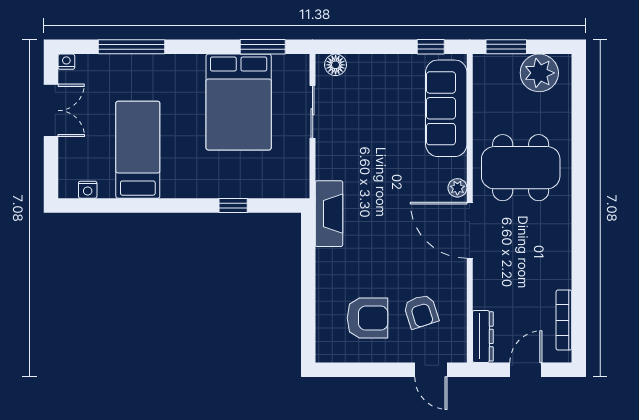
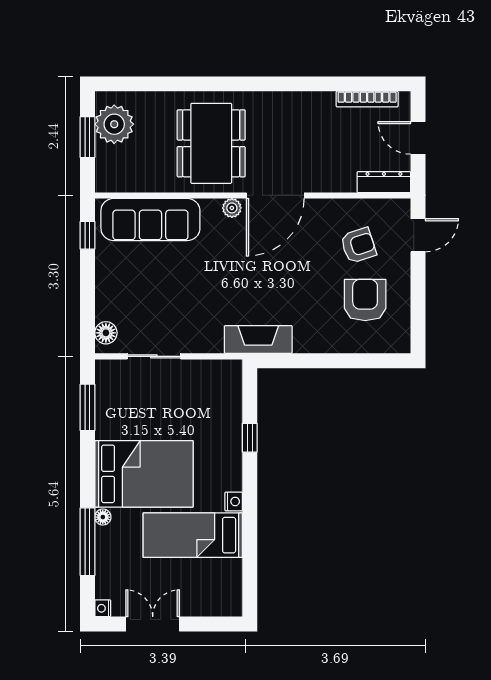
window: (506, 47) -> (87, 137), moved
floor lamp: (156, 62) -> (103, 517), added
bed: (239, 102) -> (144, 474), moved
nightstand: (88, 190) -> (234, 501), moved

